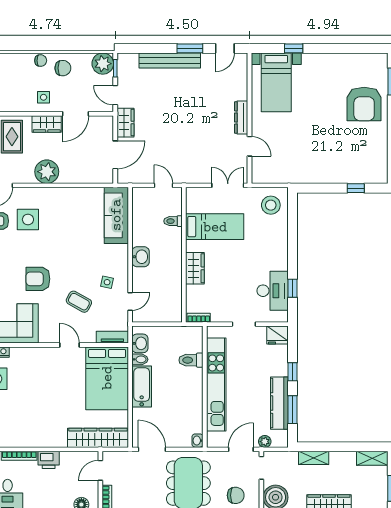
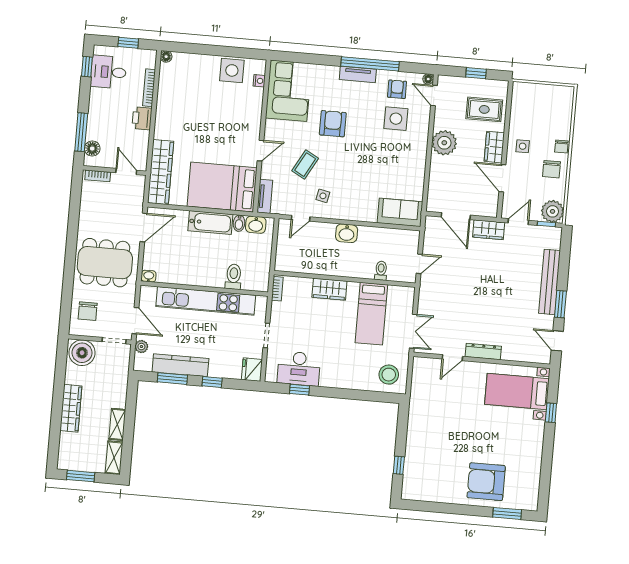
sofa: (116, 215) -> (400, 212), width x0.73
door: (130, 301) -> (301, 218), hinge flipped
shelving: (314, 458) -> (117, 424), moved

